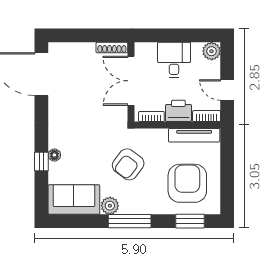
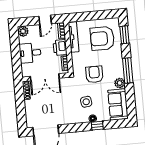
side table: (83, 147) -> (86, 102), added
armchair: (128, 164) -> (94, 74), turned -127

